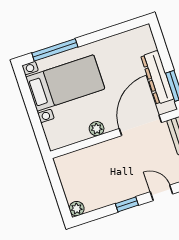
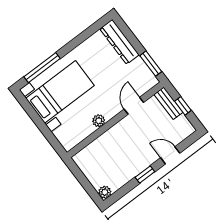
dresser: (157, 77) -> (119, 42), moved
door: (140, 125) -> (134, 106), width x0.53

